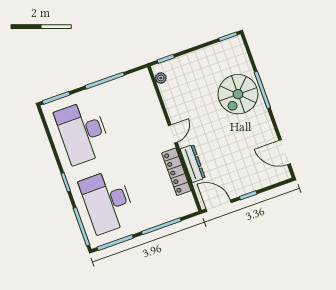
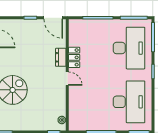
door: (173, 134) -> (67, 79), swing flipped
dresser: (193, 164) -> (61, 57), width x0.70
locker: (176, 172) -> (74, 57), width x0.66

